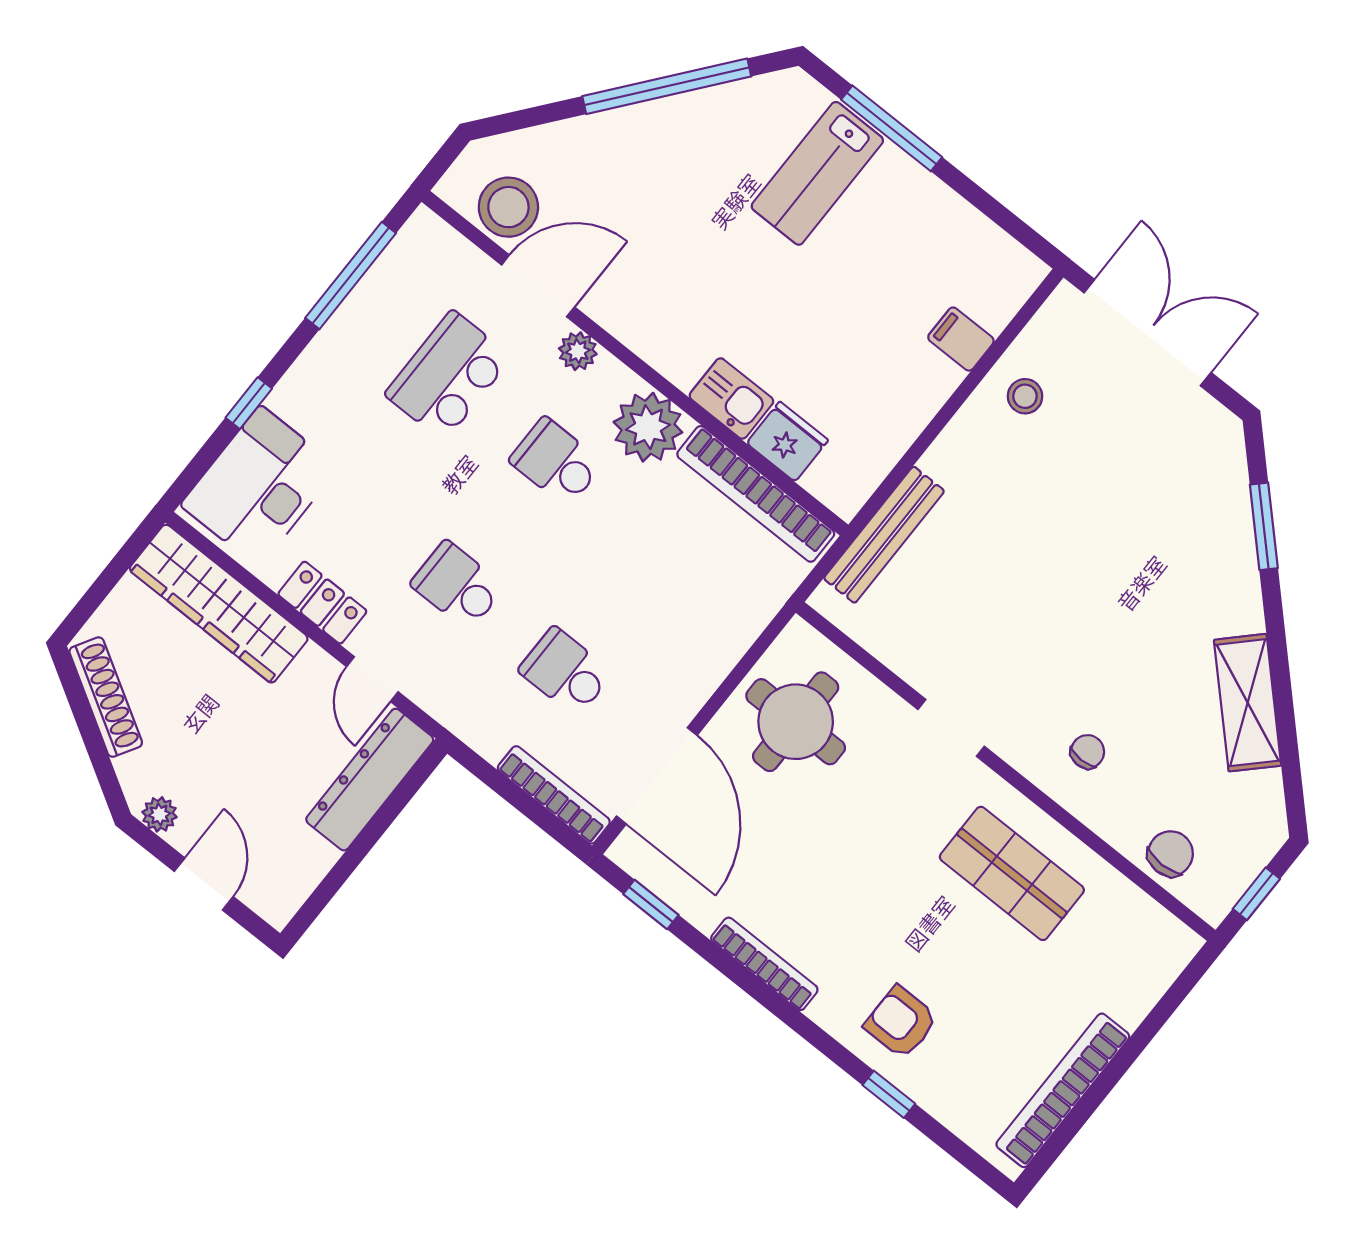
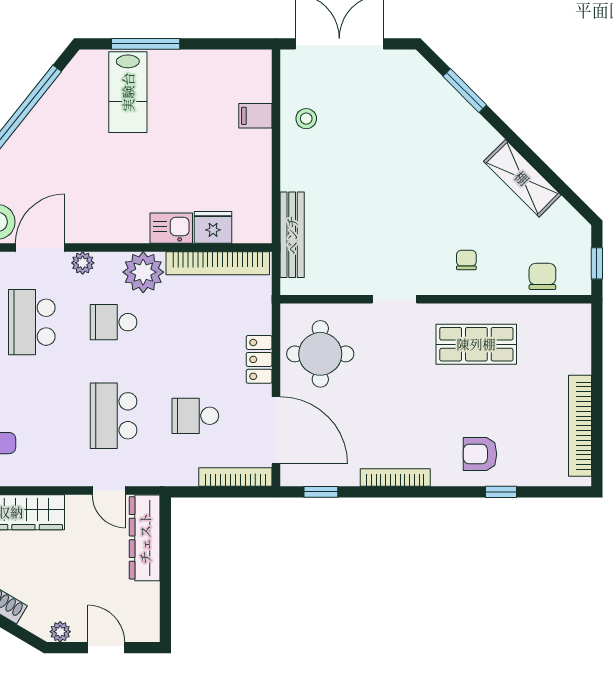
school desk: (457, 586) -> (114, 416), width x1.85
locker: (322, 603) -> (259, 359), moved, turned -90

